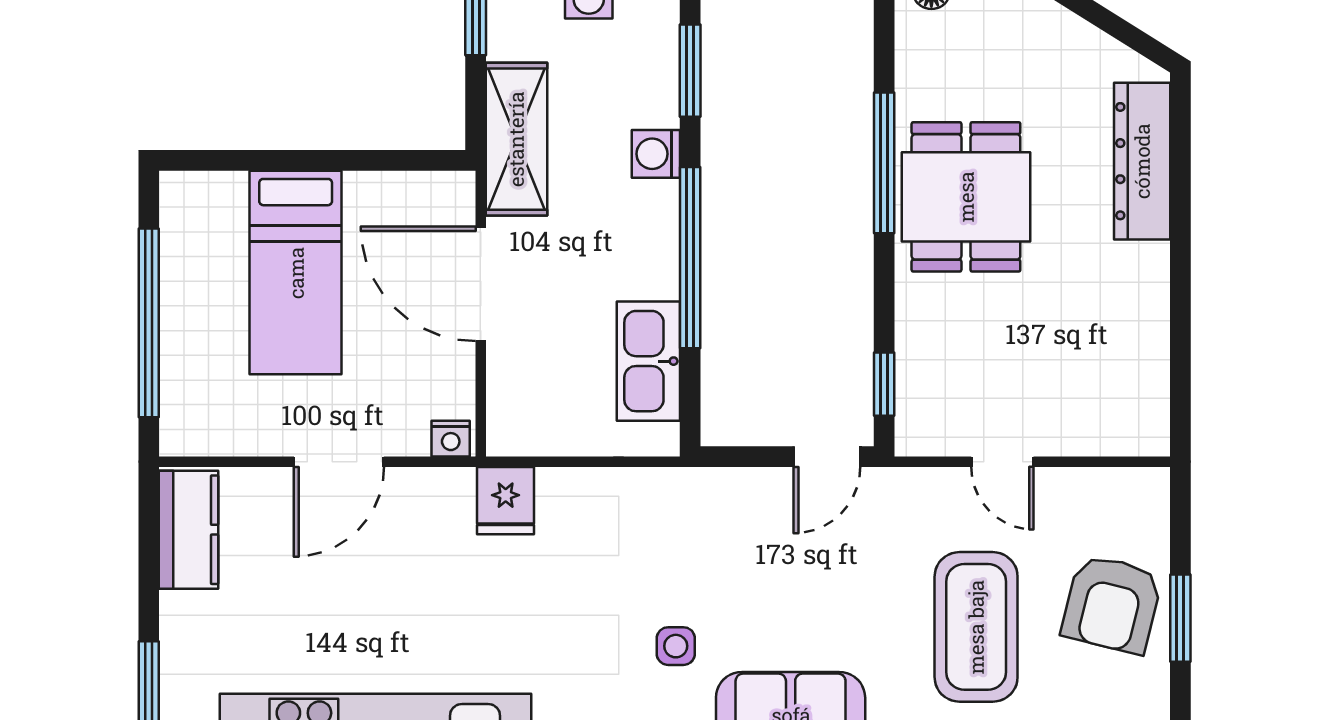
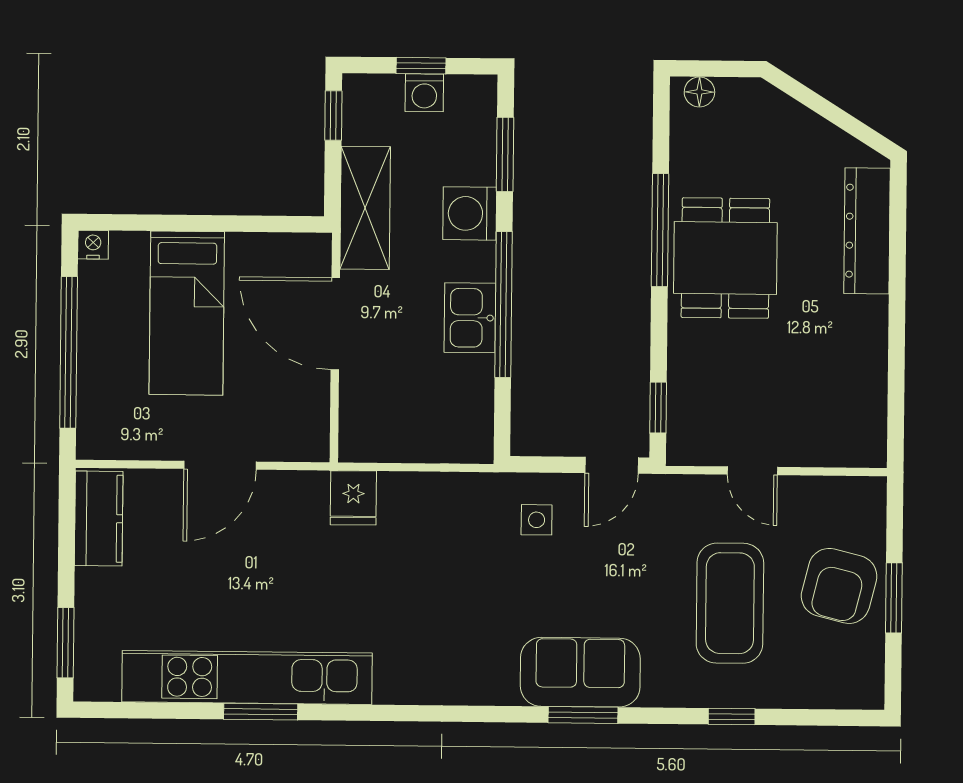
washing machine: (656, 154) -> (470, 213), width x1.38, depth x1.38
kitchen sink: (648, 361) -> (470, 318), moved, width x0.73
nightstand: (451, 439) -> (93, 245), moved, turned 180
side table: (676, 646) -> (537, 520), moved

